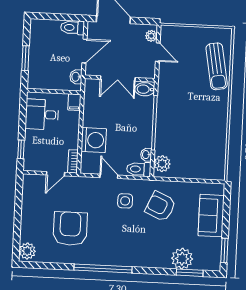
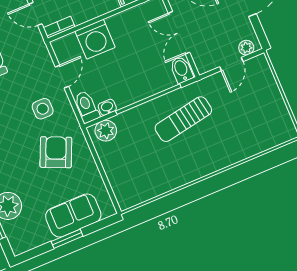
sun lounger: (217, 66) -> (183, 119), moved
window: (224, 251) -> (67, 239), moved

